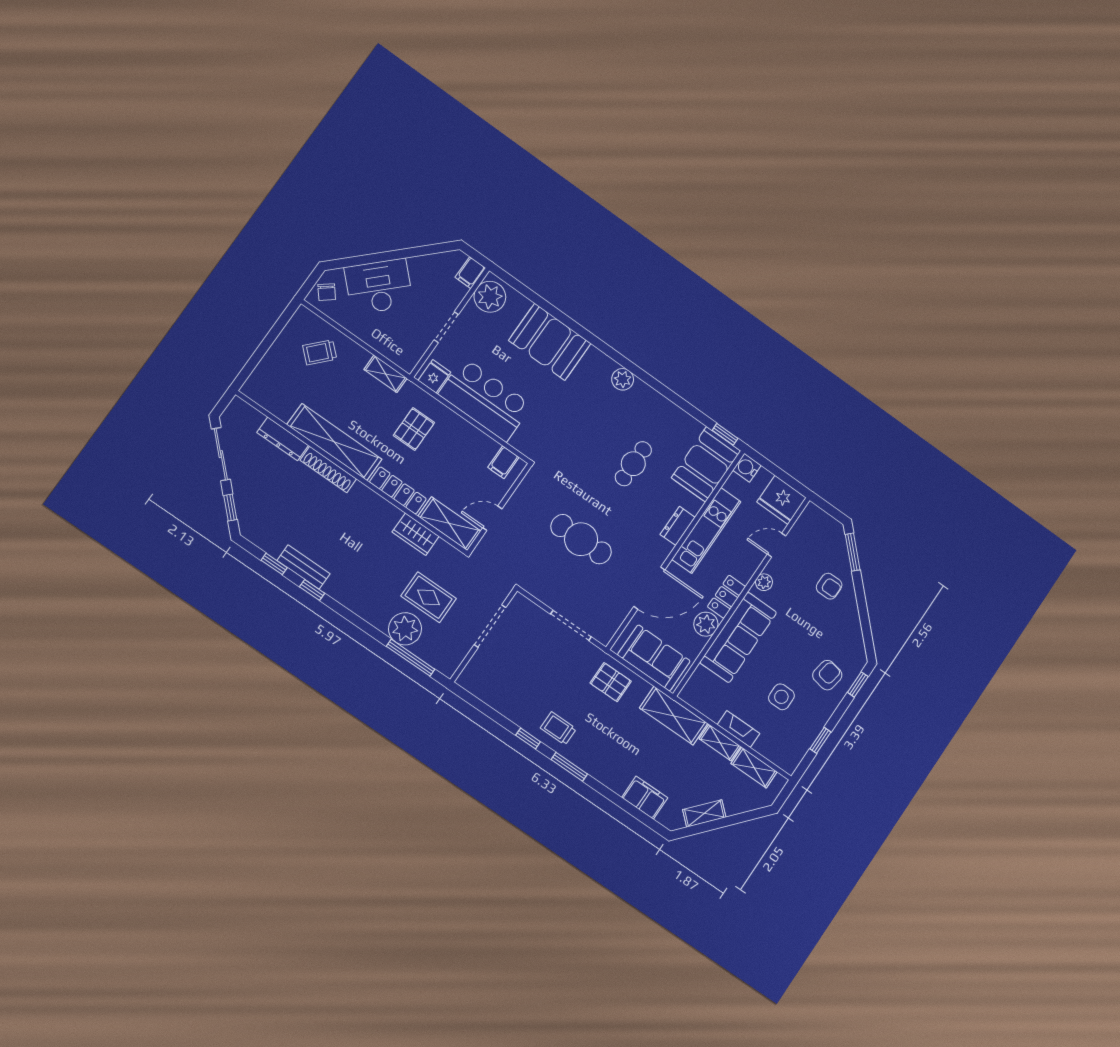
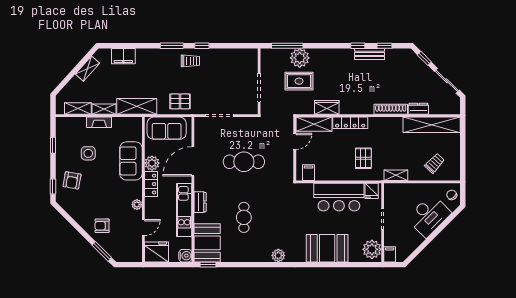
dresser: (283, 439) -> (418, 109), width x0.70
shelving: (334, 442) -> (432, 125), moved
sofa: (738, 637) -> (131, 161), width x0.73

